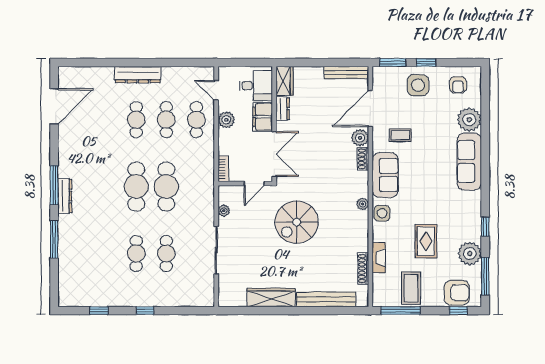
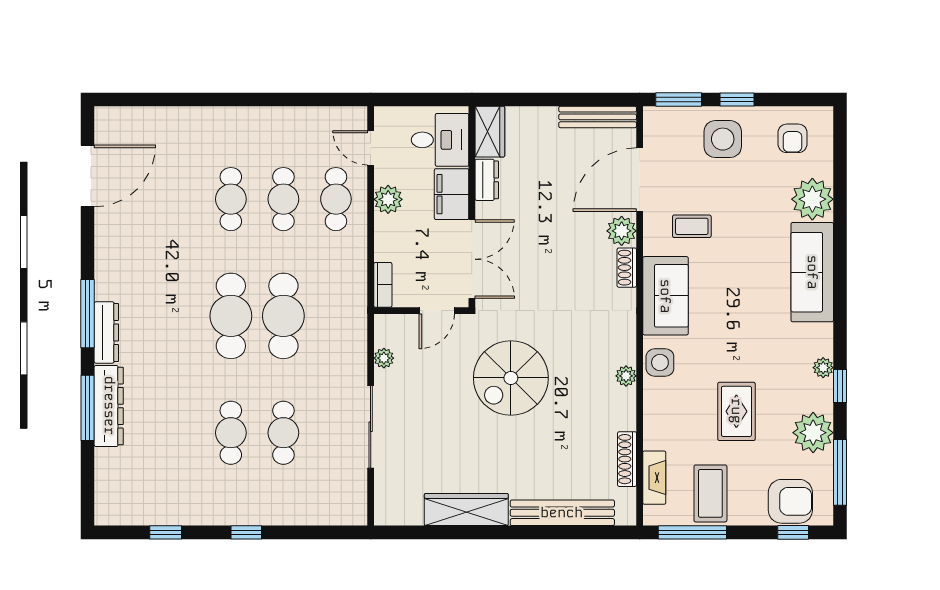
dresser: (138, 75) -> (109, 406), moved, turned -90
plant: (363, 204) -> (626, 376), moved
plant: (476, 216) -> (823, 368), added
fireplace: (379, 258) -> (654, 478), moved

